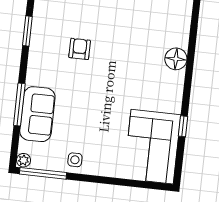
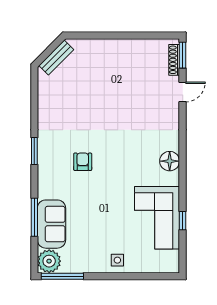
corner sofa: (152, 147) -> (157, 218), moved
plant: (24, 160) -> (49, 261), width x1.88, depth x1.88
side table: (75, 160) -> (117, 260), moved

